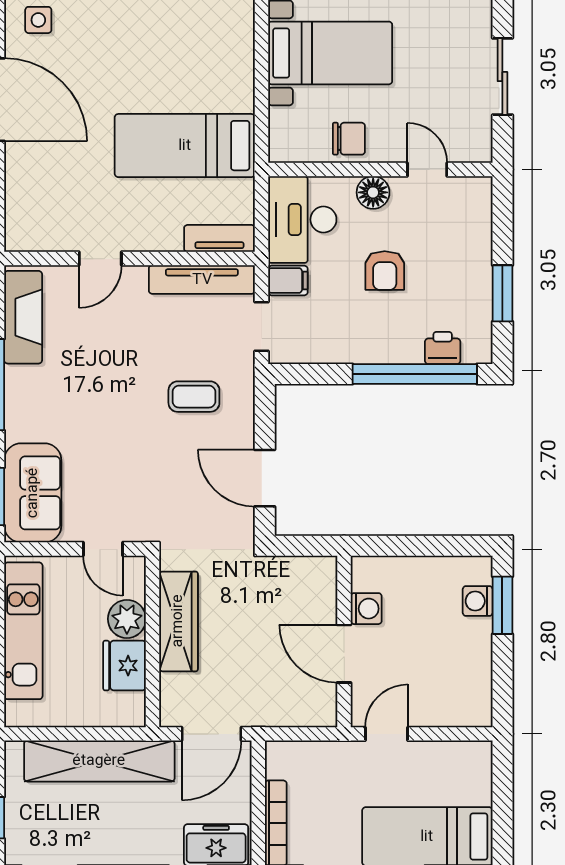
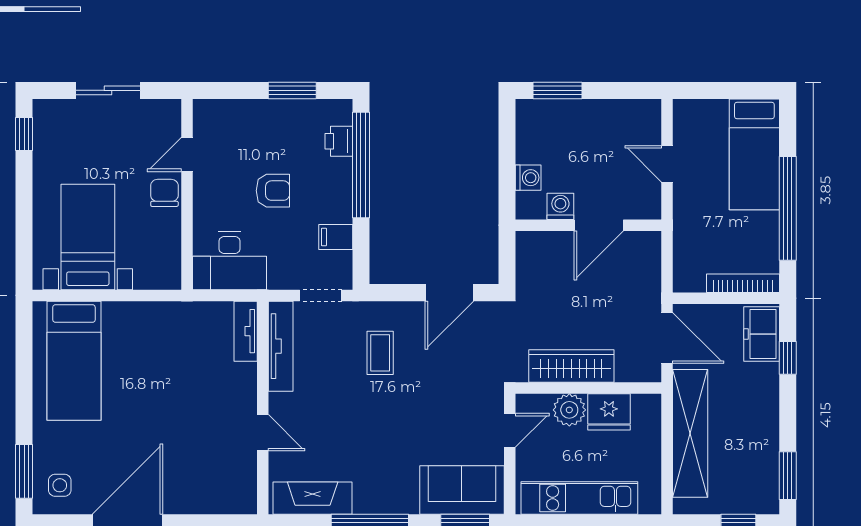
chair: (349, 139) -> (164, 193), moved
bed: (185, 146) -> (74, 361), moved
floor lamp: (373, 192) -> (206, 201), removed
filing cabinet: (288, 280) -> (336, 237), moved, turned -90
washing machine: (478, 601) -> (528, 178), moved, turned -90
door: (386, 734) -> (667, 164), moved

